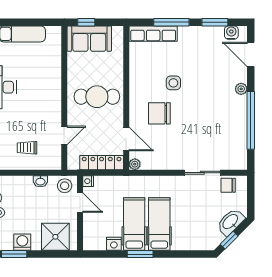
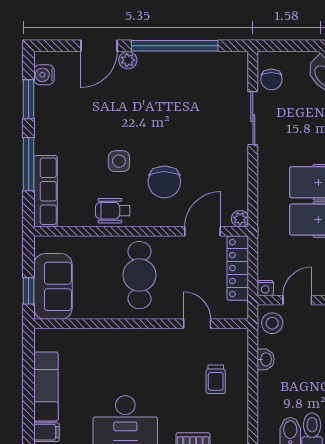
door: (251, 54) -> (99, 46), moved
wheelchair: (140, 79) -> (113, 211), added

